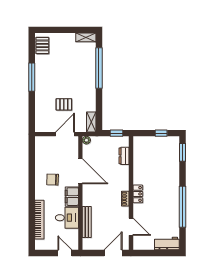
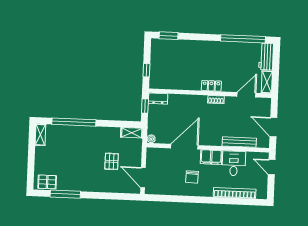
window: (32, 77) -> (65, 194), moved
window: (161, 133) -> (146, 70), moved
door: (65, 134) -> (143, 178), moved
dresser: (124, 156) -> (158, 99), moved
window: (183, 207) -> (243, 39), moved
shelving: (143, 245) -> (267, 82), added
door: (65, 253) -> (272, 167), hinge flipped
door: (113, 253) -> (273, 127), moved

